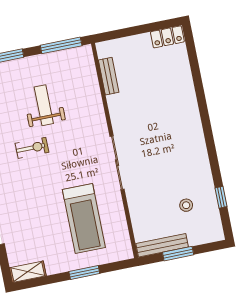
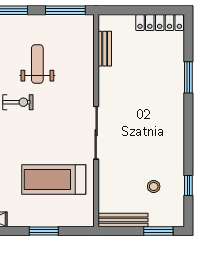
locker: (167, 37) -> (160, 23), width x1.53
window: (199, 88) -> (188, 77), added
treadmill: (84, 219) -> (54, 180), turned 90
window: (178, 254) -> (158, 231), moved

